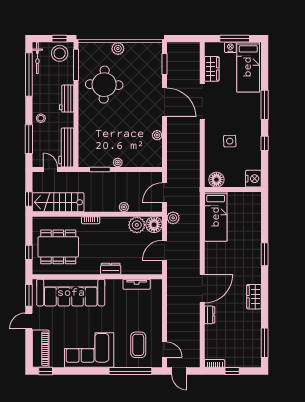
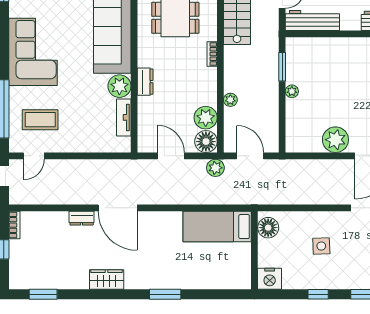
plant: (157, 135) -> (335, 140), width x1.88, depth x1.88
plant: (114, 287) -> (119, 86), added
window: (265, 343) -> (43, 294), width x0.69

